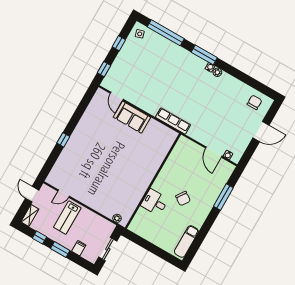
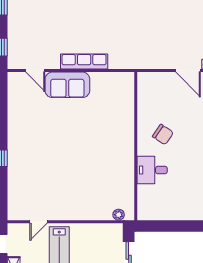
row of seats: (173, 121) -> (84, 61), moved
chair: (183, 198) -> (163, 135), moved

